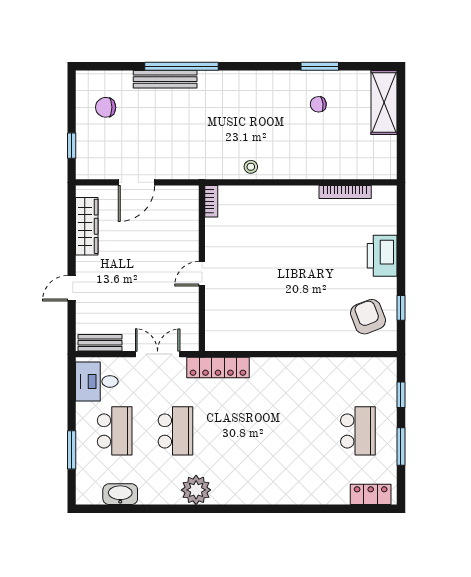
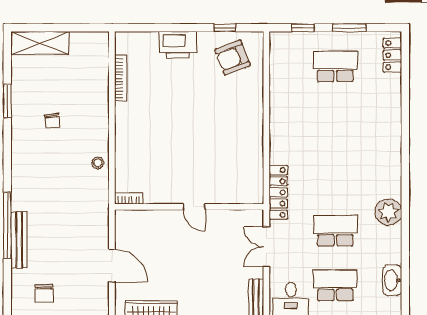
chair: (318, 104) -> (52, 121), moved

